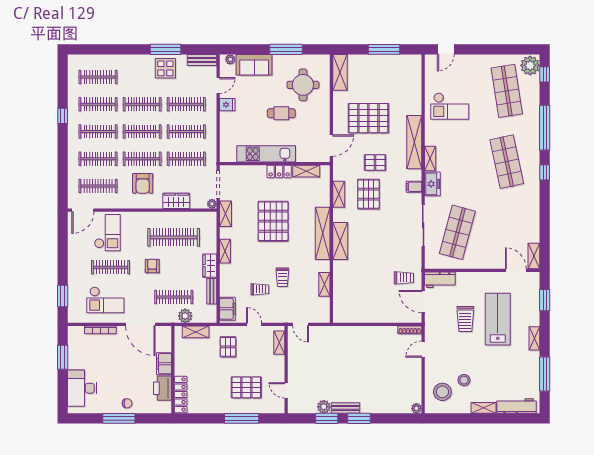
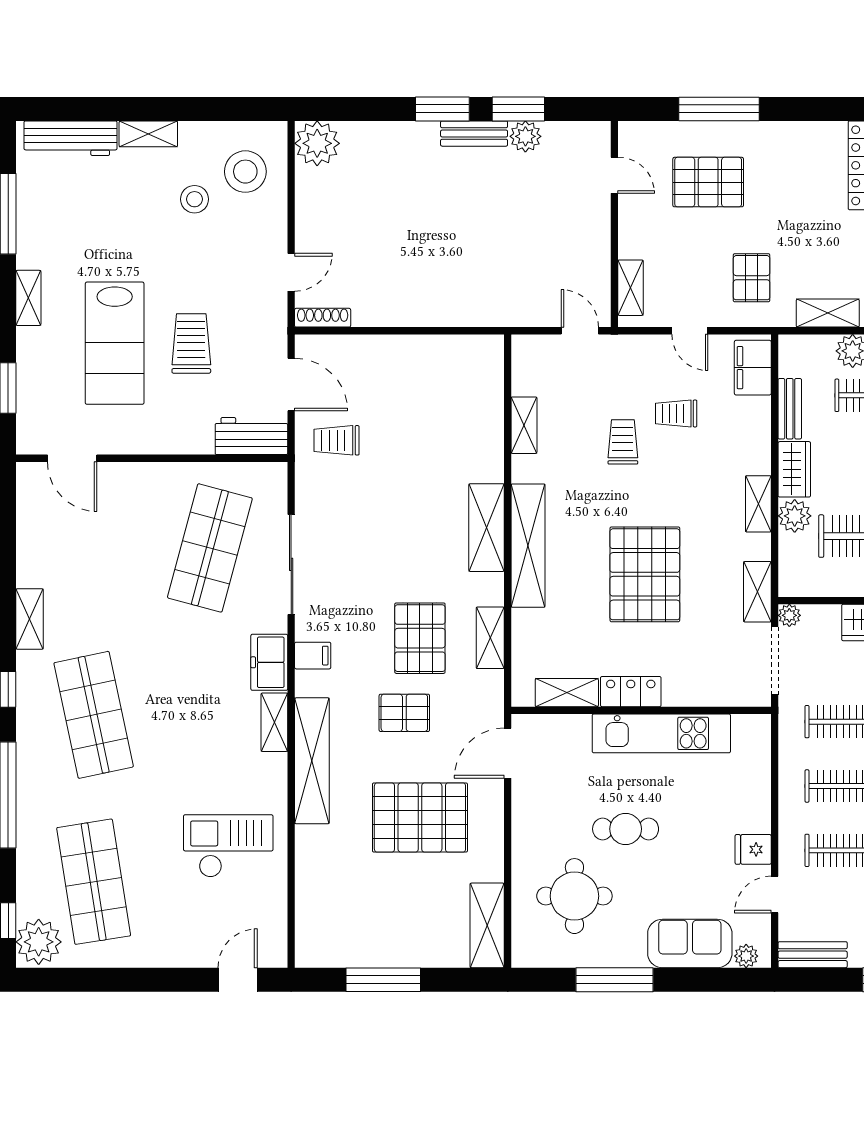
plant: (210, 246) -> (795, 516), added
shelving: (534, 256) -> (30, 619), moved
plant: (416, 408) -> (317, 143), width x1.87, depth x1.87

